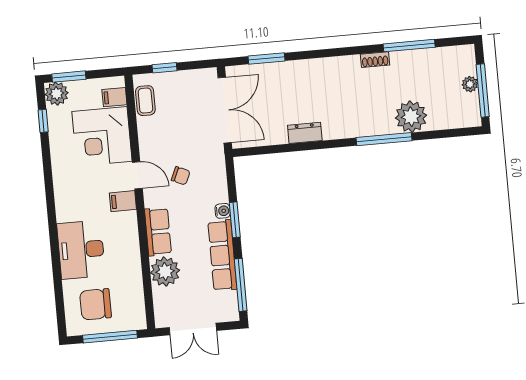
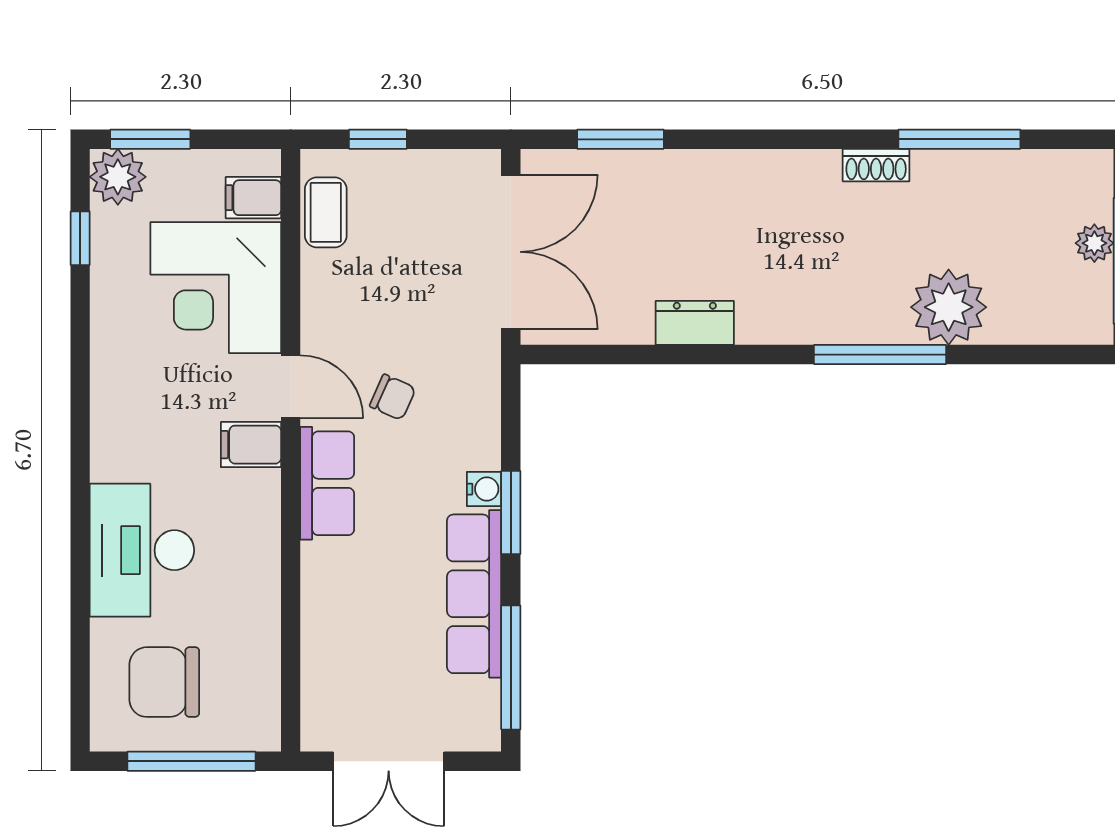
row of seats: (158, 232) -> (327, 483), moved
plant: (165, 272) -> (335, 620), removed

